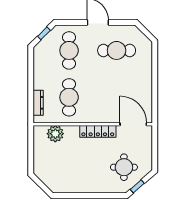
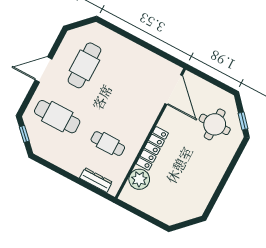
cafe table: (69, 97) -> (108, 144), width x0.73, depth x0.74
door: (133, 124) -> (174, 90), swing flipped
locker: (98, 131) -> (152, 148), moved

